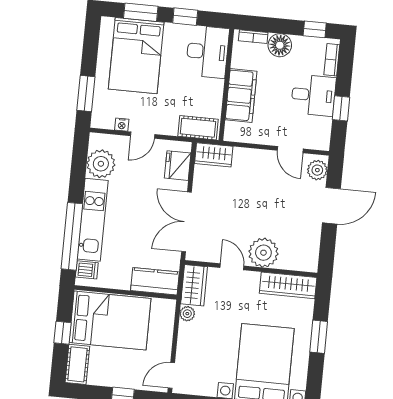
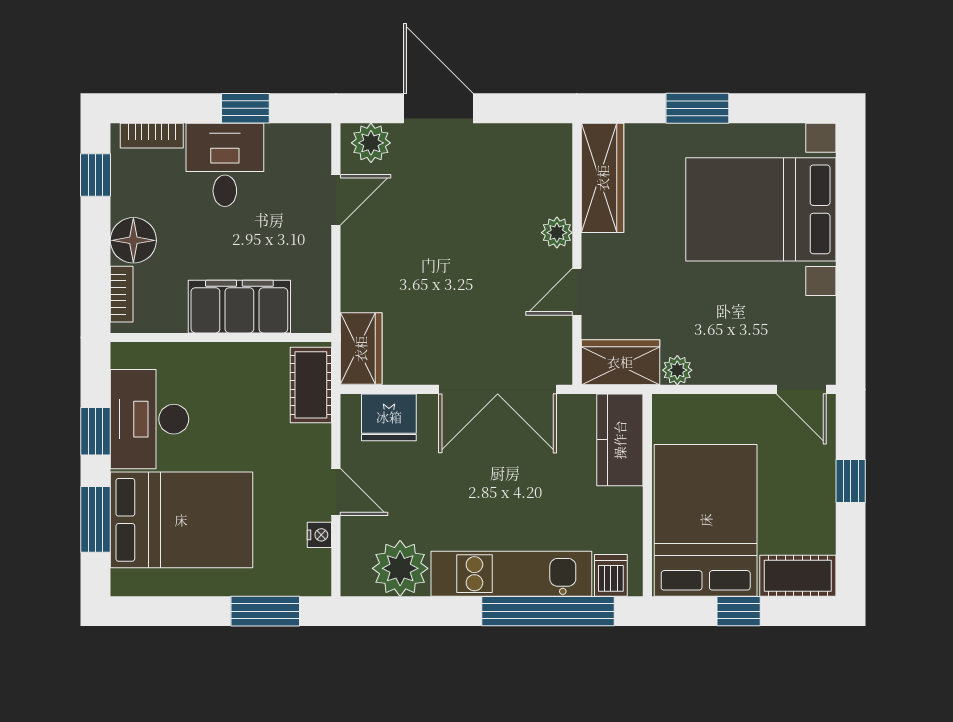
desk: (207, 52) -> (150, 419), moved, turned -90
plant: (263, 253) -> (557, 233), width x0.53, depth x0.53

